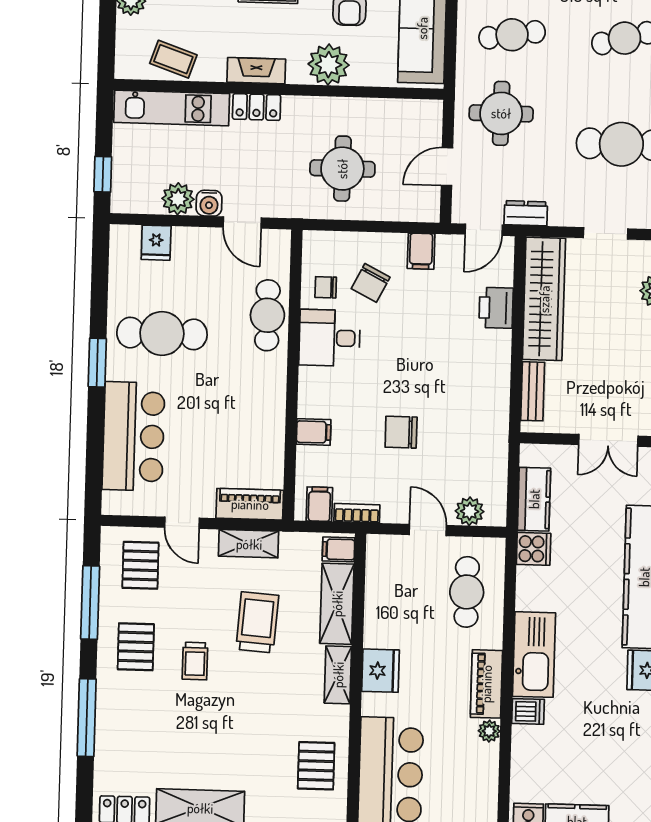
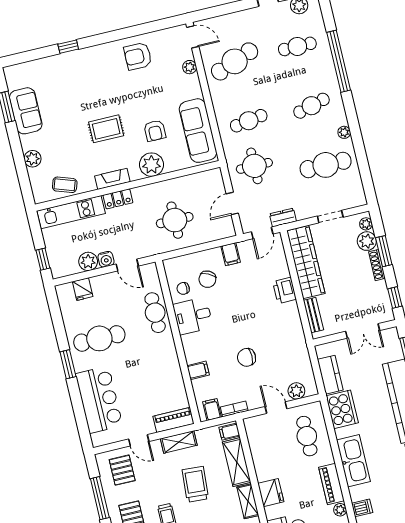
printer: (496, 308) -> (284, 290), moved
cooker: (534, 549) -> (342, 409), width x1.87, depth x1.31
dishwasher: (528, 711) -> (362, 508), moved

